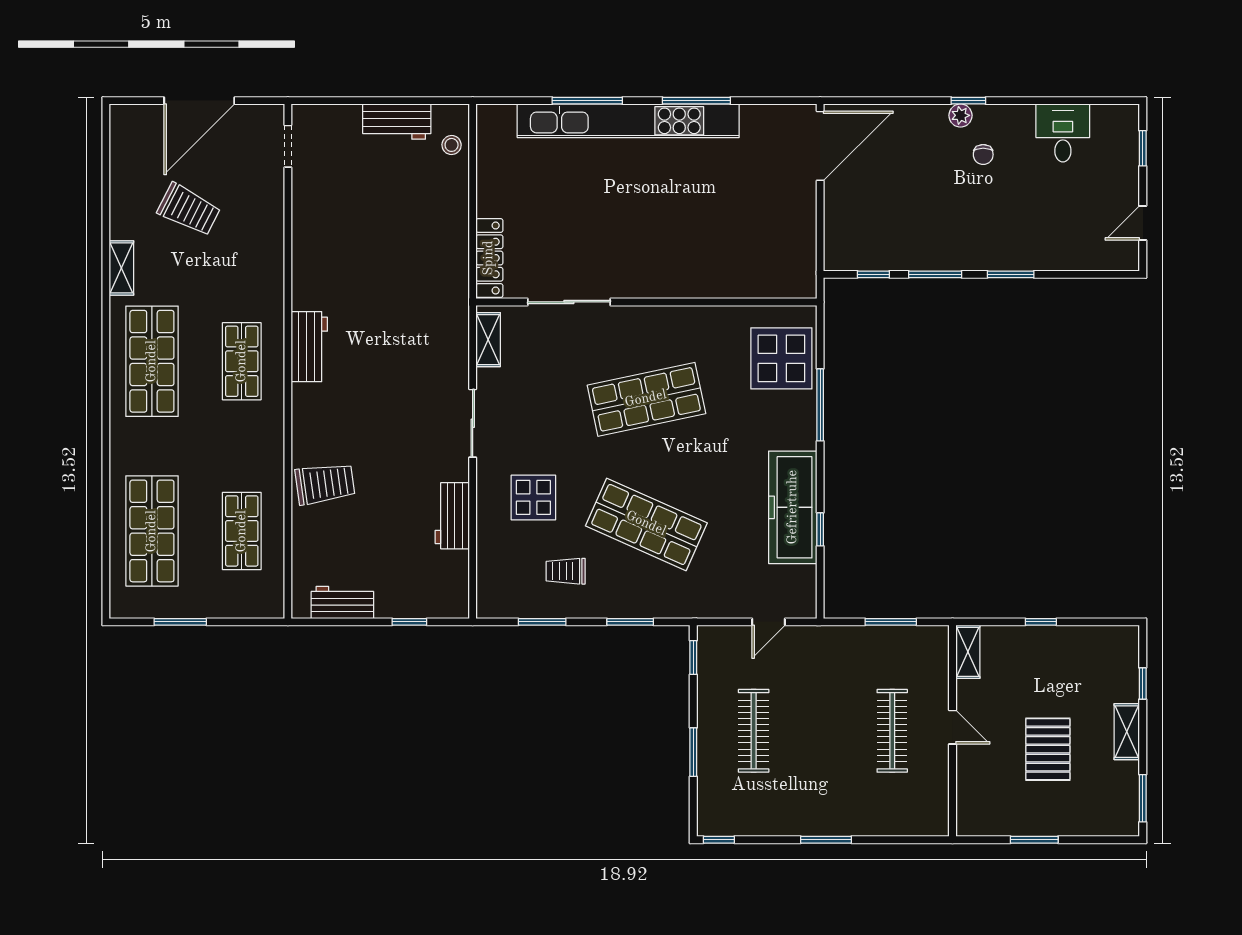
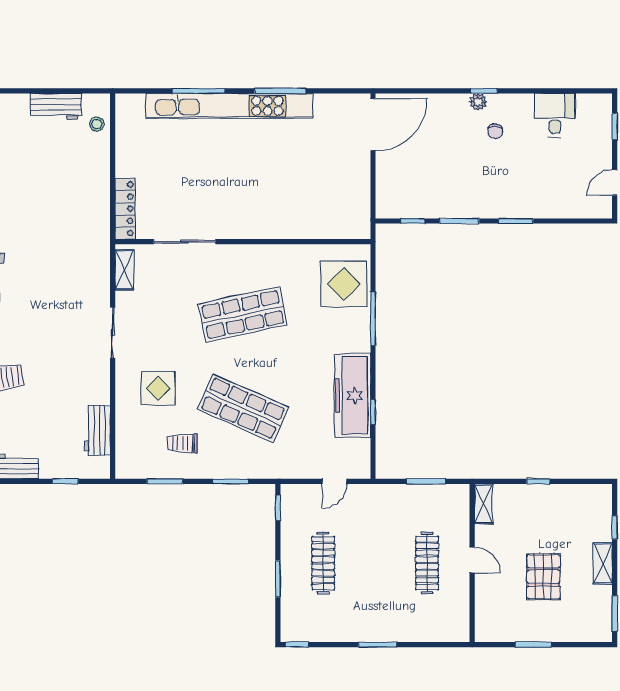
workbench: (452, 516) -> (97, 430), moved

